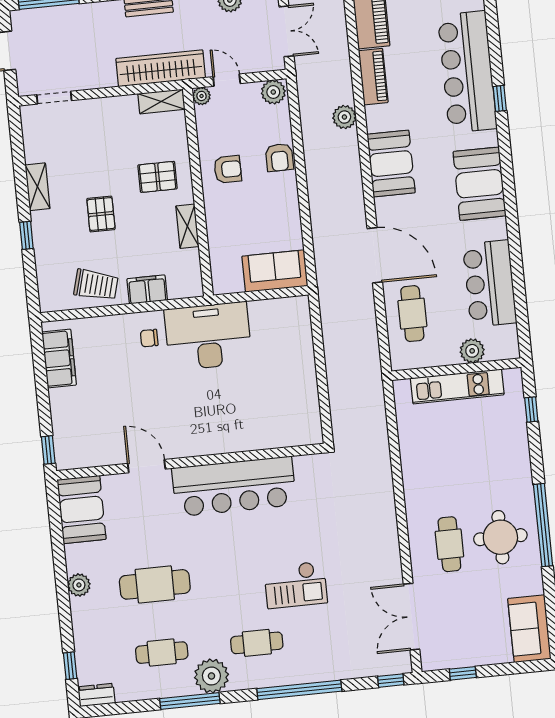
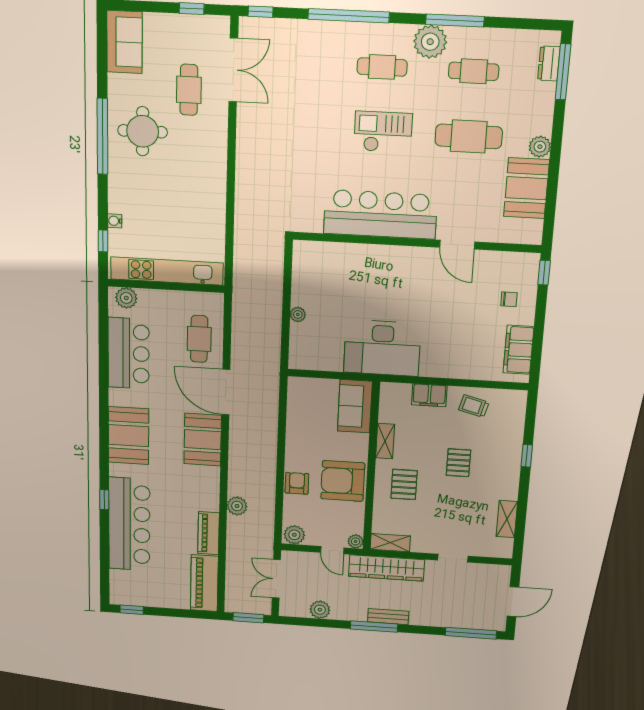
doorway: (54, 98) -> (453, 558), moved
booth: (391, 164) -> (203, 440), moved
armchair: (228, 169) -> (343, 481), width x1.88, depth x1.88
pallet: (158, 177) -> (404, 484), turned 90
shelving: (37, 187) -> (507, 519), moved
sofa: (275, 271) -> (355, 406), moved, turned 90
trolley: (96, 285) -> (474, 406), width x0.73, depth x0.72
chair: (149, 338) -> (509, 299), moved
plant: (472, 351) -> (126, 298), moved
plant: (307, 360) -> (298, 314), added
kitchen unit: (457, 386) -> (167, 271), width x1.36
water cooler: (521, 434) -> (115, 221), added
booth: (81, 509) -> (526, 188), moved
cafe table: (449, 544) -> (189, 90), moved
checkout: (296, 585) -> (383, 132), moved
window: (70, 666) -> (563, 72), width x2.17
dresser: (96, 695) -> (549, 64), moved, turned 90

